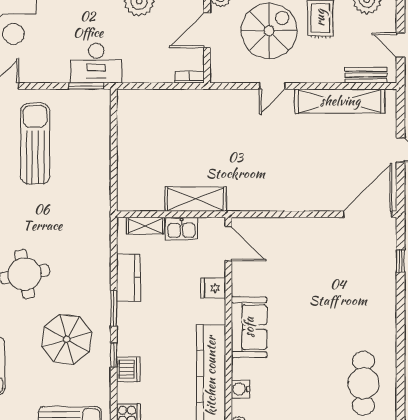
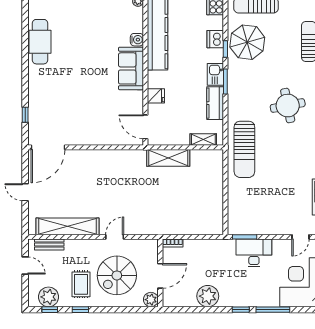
desk: (96, 63) -> (254, 253), moved
sun lounger: (35, 144) -> (244, 149), moved
kitchen sink: (182, 229) -> (215, 74), moved, turned -90
parasol: (67, 339) -> (247, 42), moved
cafe table: (363, 383) -> (40, 42), moved
water cooler: (241, 389) -> (137, 40), moved

